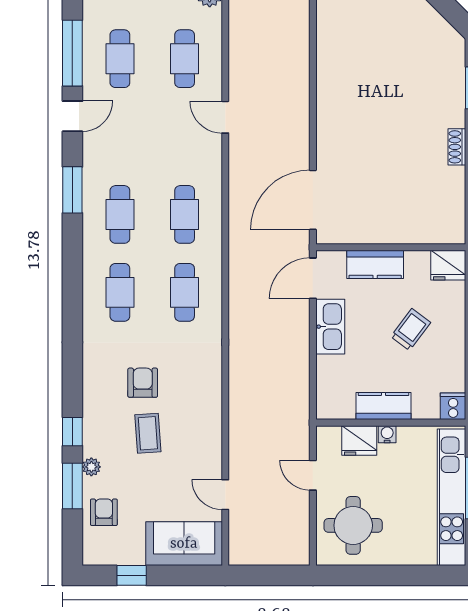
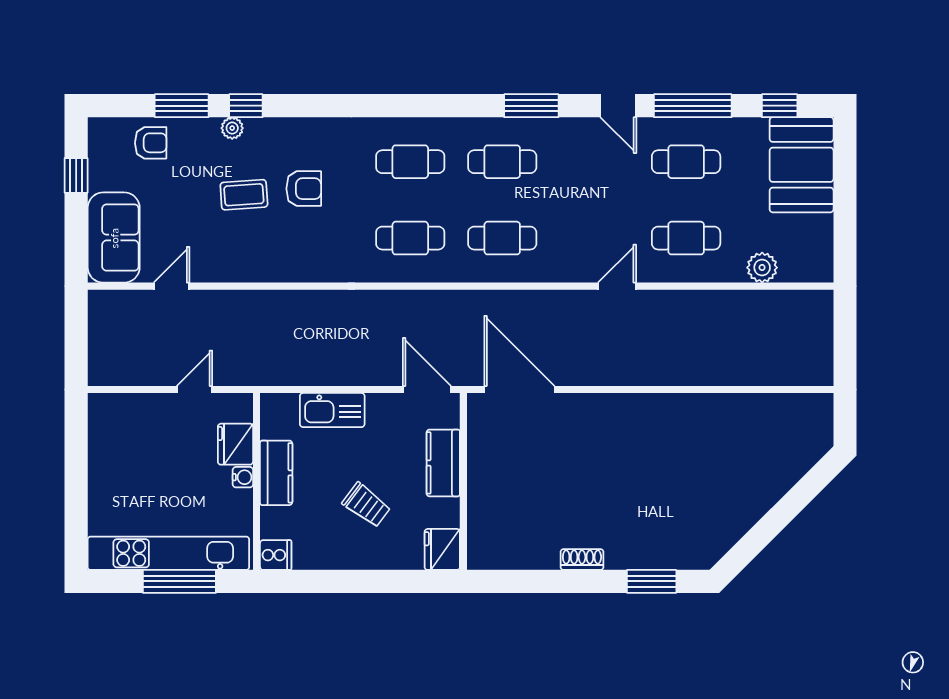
kitchen sink: (330, 327) -> (332, 410), moved
plant: (91, 467) -> (232, 128), moved
round table: (353, 525) -> (135, 437), removed

